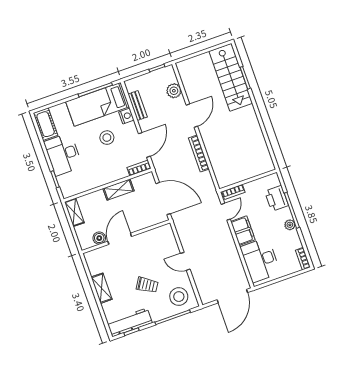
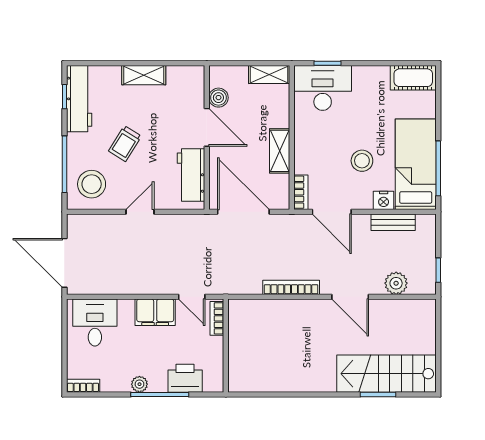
desk: (63, 154) -> (323, 88), moved
door: (163, 199) -> (243, 212), swing flipped
workbench: (152, 238) -> (191, 175), added
desk: (260, 260) -> (95, 323), width x0.73

